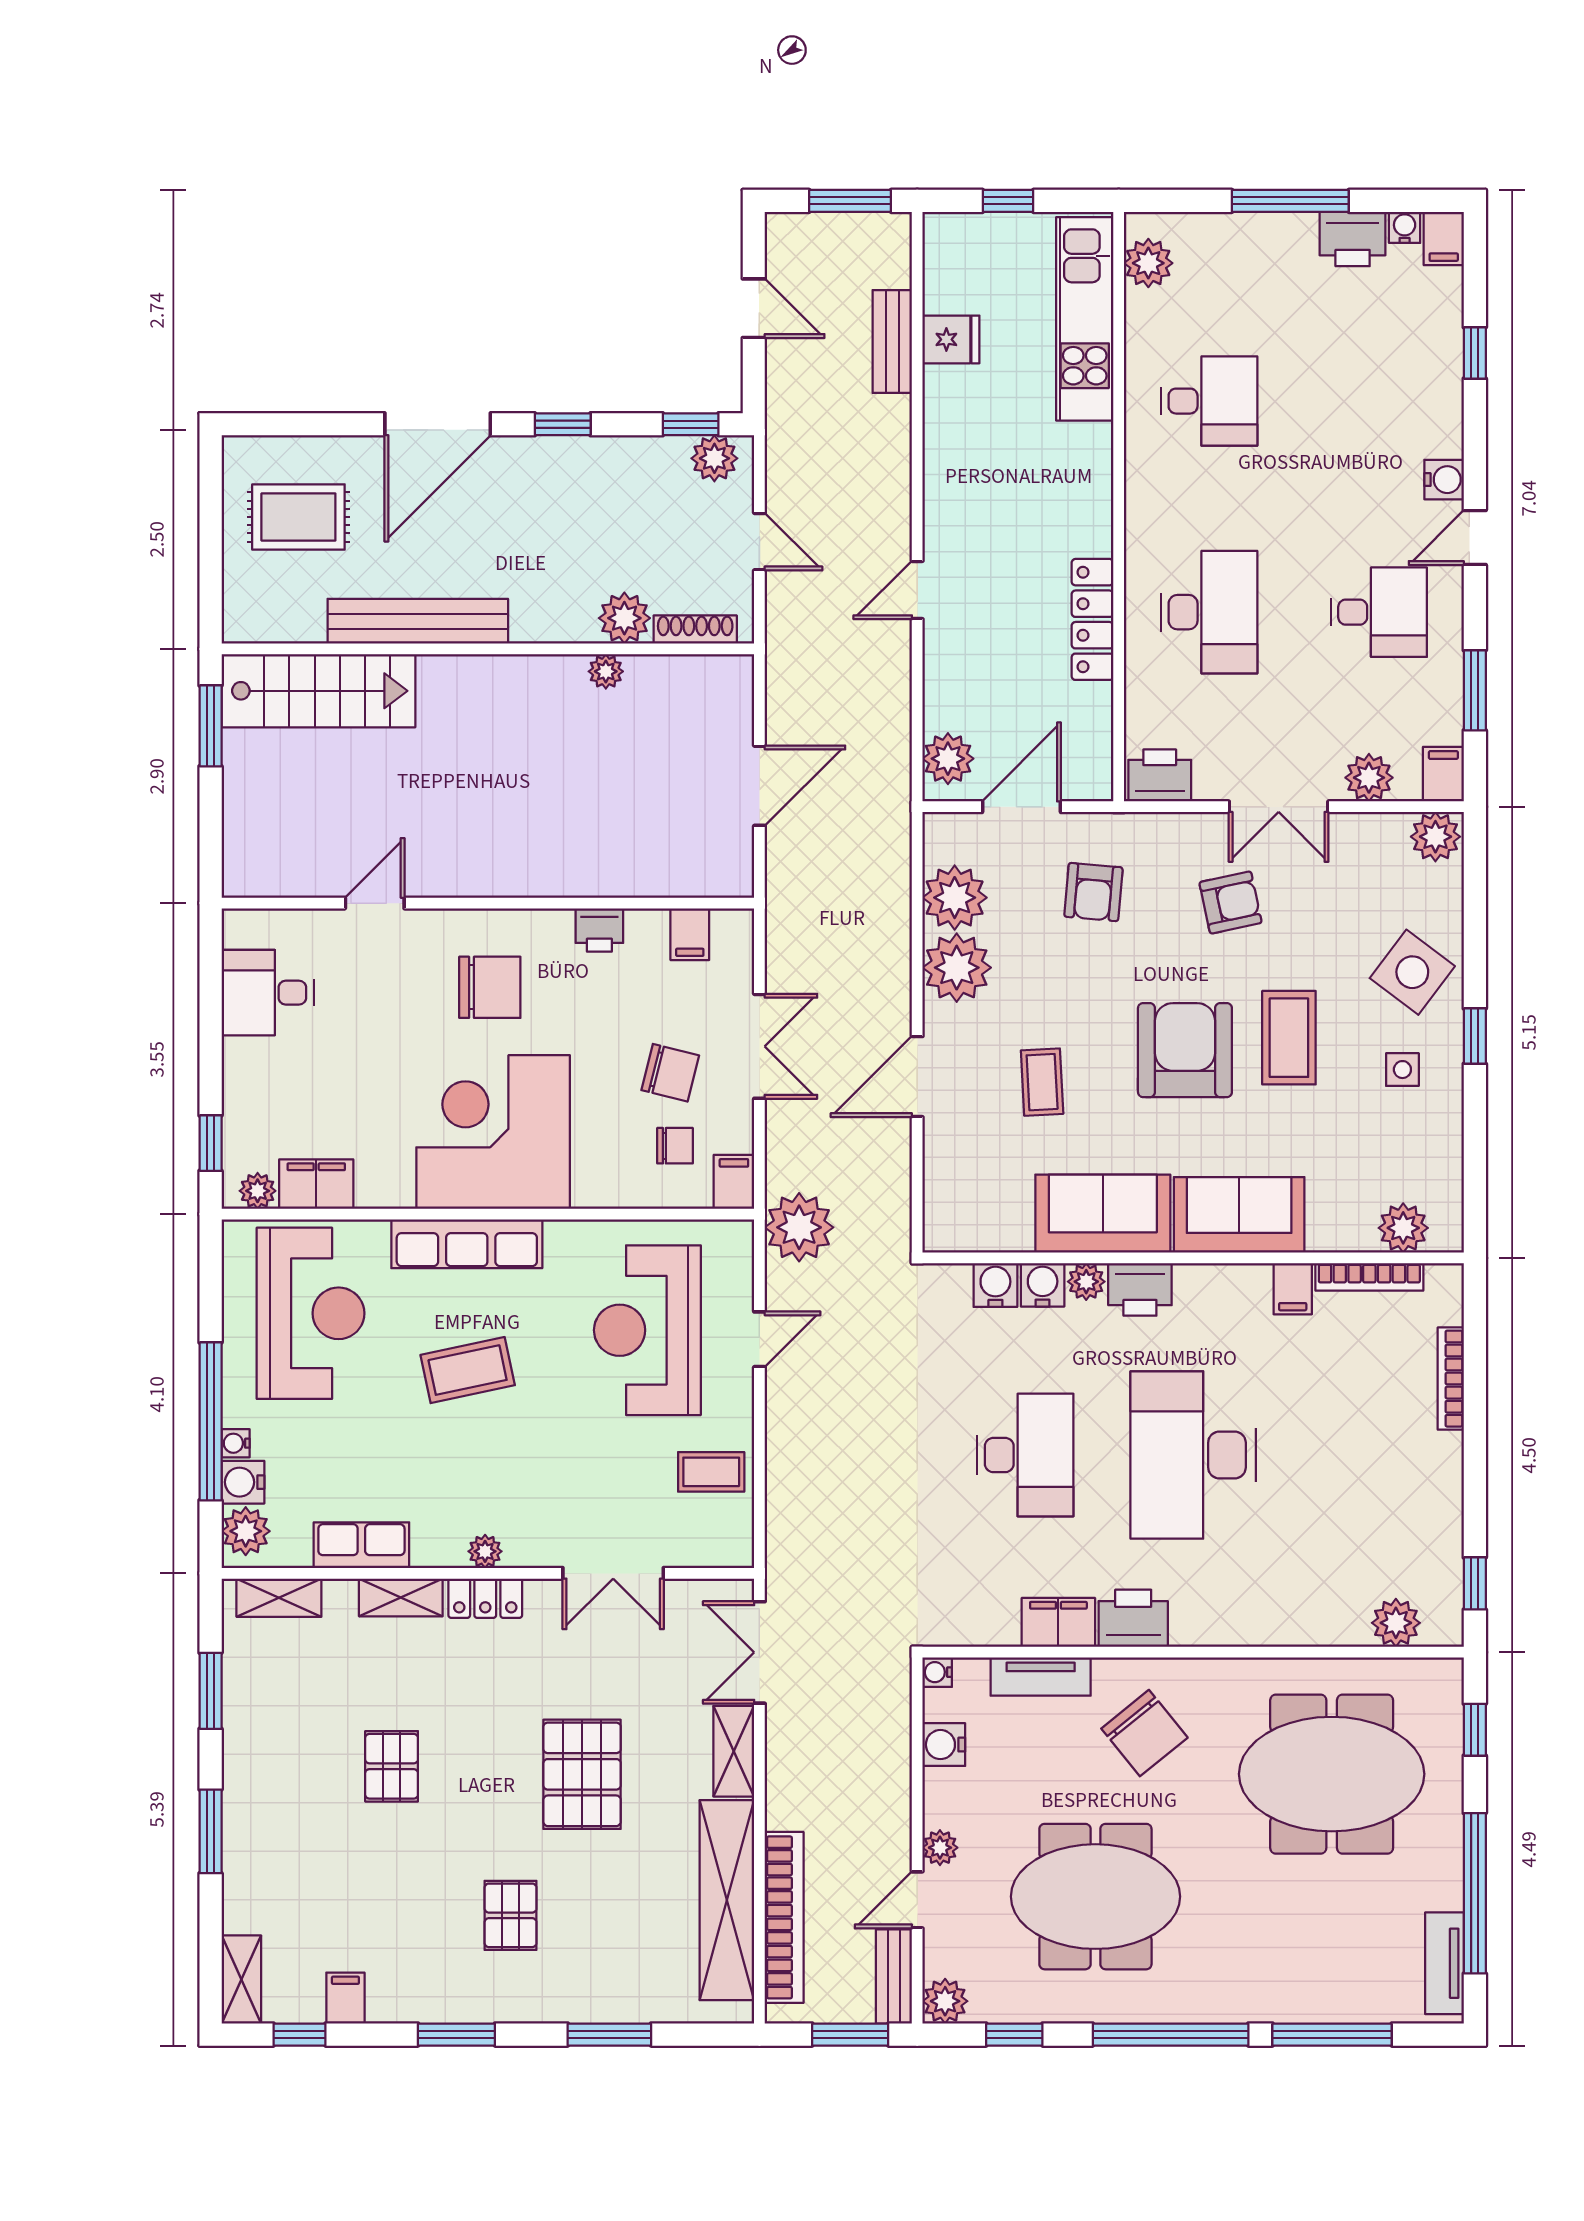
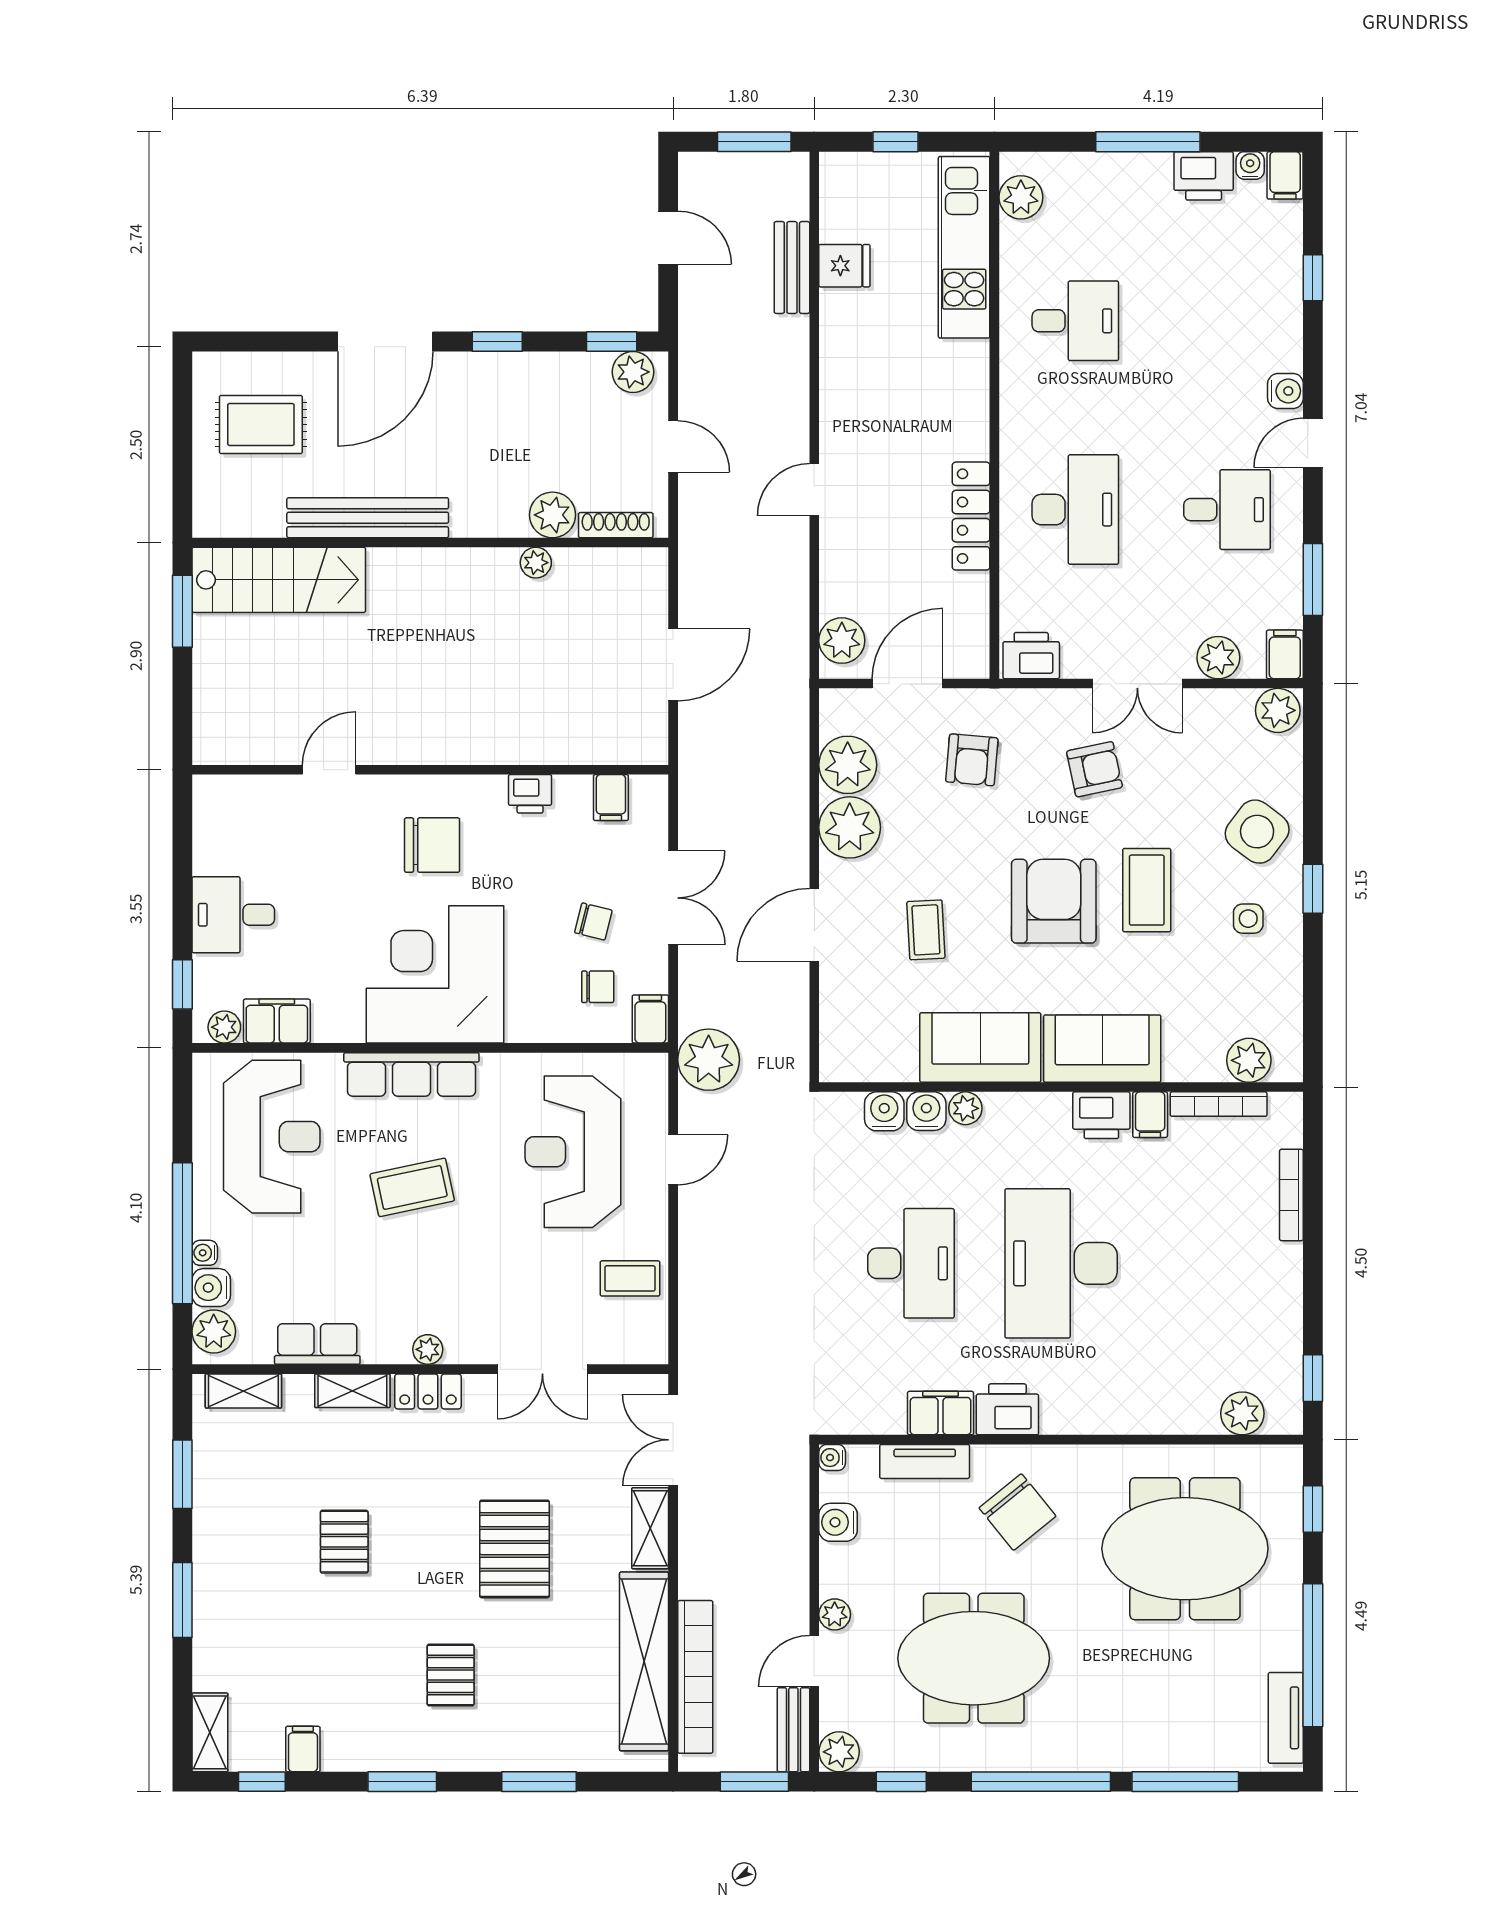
desk: (268, 993) -> (233, 915), moved
chair: (670, 1073) -> (593, 922), width x0.73, depth x0.73
printer: (1140, 1289) -> (1101, 1115), moved

